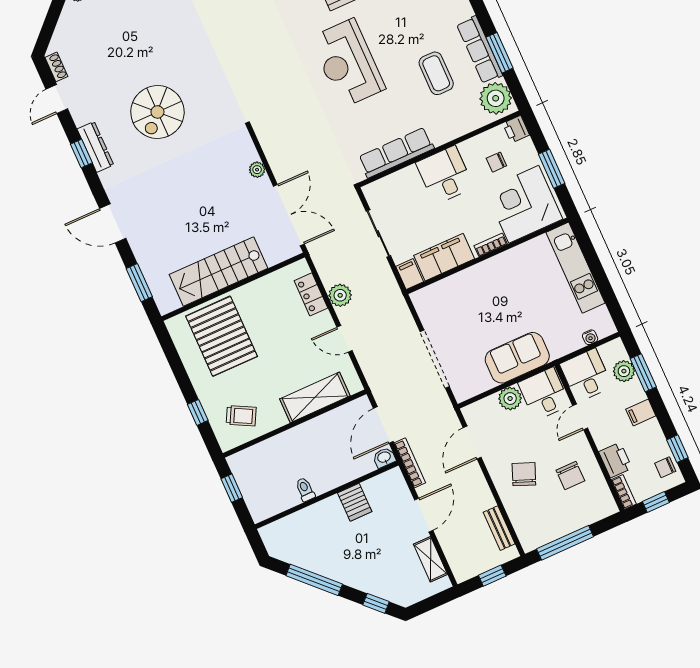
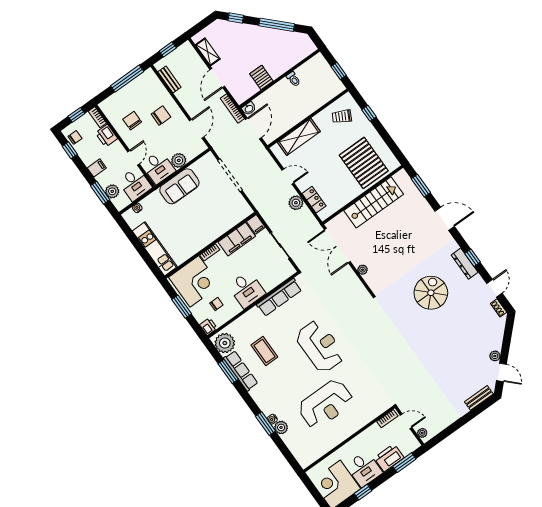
chair: (524, 474) -> (161, 116), turned -112

